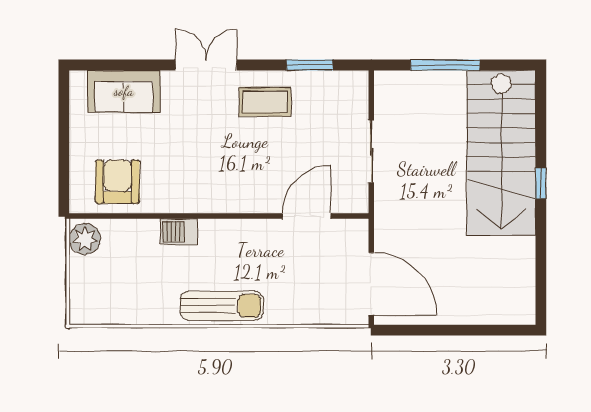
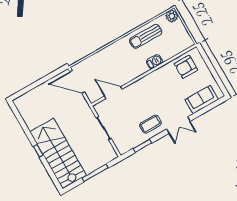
armchair: (117, 182) -> (186, 67), turned 90
door: (307, 216) -> (113, 93), swing flipped
plant: (85, 239) -> (172, 16), moved
sun lounger: (222, 306) -> (146, 36), moved

